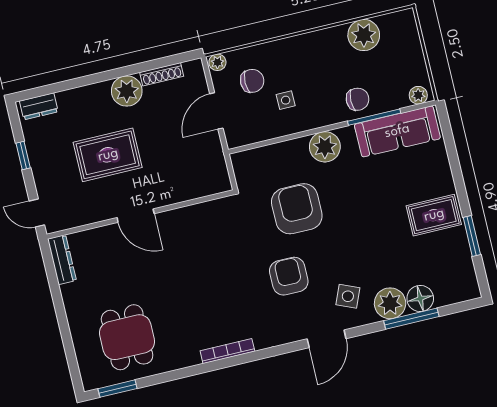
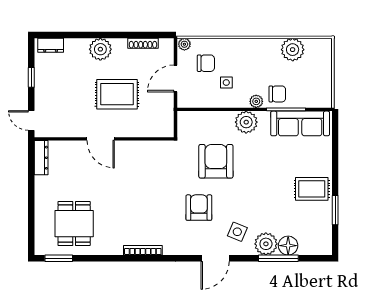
plant: (127, 91) -> (100, 49), moved
plant: (418, 95) -> (256, 101), moved
rug: (108, 155) -> (117, 94), moved

